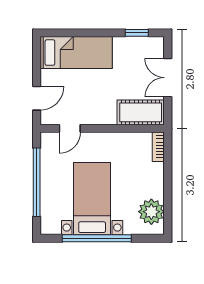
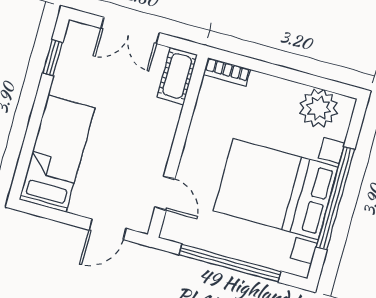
door: (37, 98) -> (108, 229), swing flipped
cot: (141, 112) -> (177, 76), width x0.73, depth x0.75
bed with nightstands: (92, 199) -> (276, 189), width x1.36

